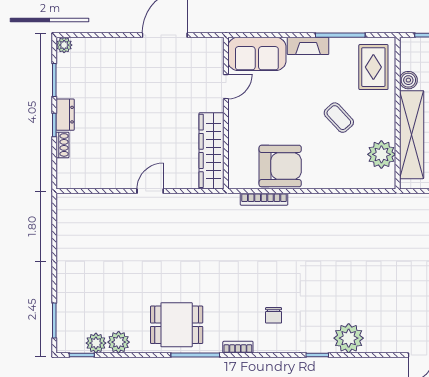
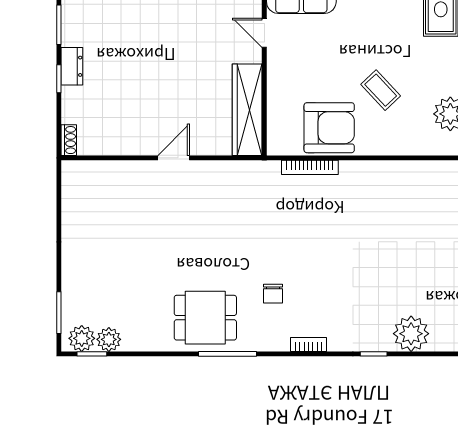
door: (226, 87) -> (264, 33), swing flipped
coffee table: (339, 118) -> (381, 90), moved
shoe rack: (63, 145) -> (69, 140), moved
chair: (274, 315) -> (273, 294), moved
plant: (119, 342) -> (82, 338), moved
bookcase: (238, 347) -> (309, 344), moved

